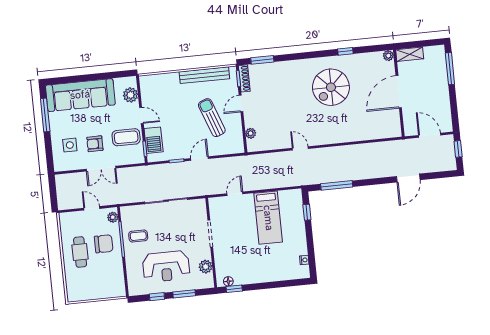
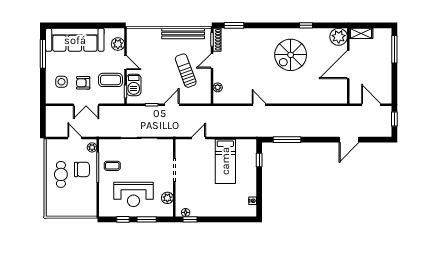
plant: (388, 56) -> (339, 37), width x1.88, depth x1.88

